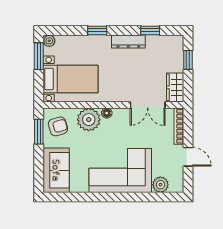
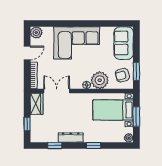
window: (39, 56) -> (136, 116), moved
door: (188, 157) -> (27, 53), swing flipped
plant: (160, 185) -> (36, 33), moved

